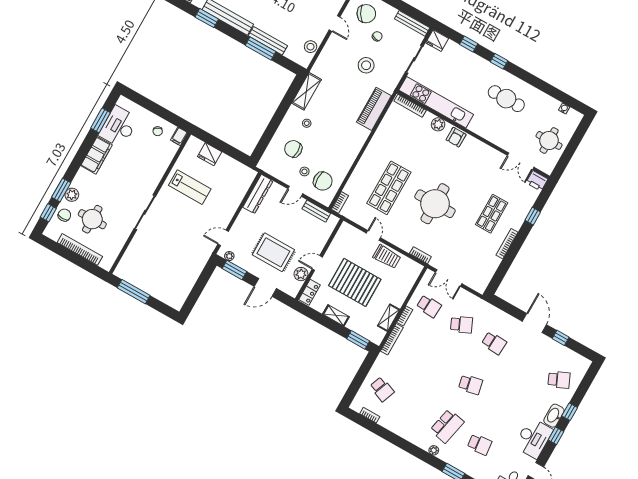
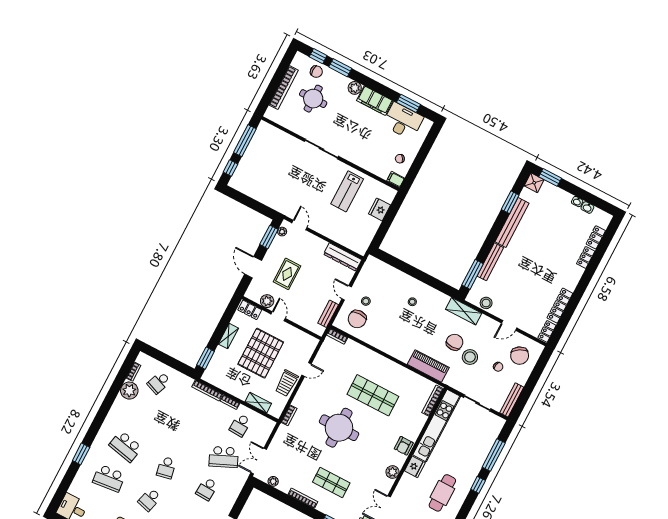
fridge: (437, 41) -> (415, 467), moved, turned 180
window: (469, 44) -> (494, 455), width x2.17
window: (261, 49) -> (473, 274), moved
shelving: (307, 91) -> (464, 311), moved
plant: (438, 124) -> (392, 472), moved
armchair: (456, 137) -> (404, 446), turned -90
chair: (293, 149) -> (455, 342), moved
shop shelf: (389, 188) -> (373, 395), moved
plant: (72, 195) -> (355, 88), moved
rug: (273, 252) -> (287, 274), width x0.73, depth x0.70
plant: (488, 274) -> (273, 481), added
double door: (449, 278) -> (259, 461), moved
window: (162, 307) -> (231, 168), added
shelving: (389, 318) -> (258, 403), moved
school desk: (461, 325) -> (224, 457), width x1.85
school desk: (503, 403) -> (150, 499), added
school desk: (480, 444) -> (109, 478), width x1.85
plant: (434, 450) -> (129, 391), moved, width x1.88, depth x1.88

